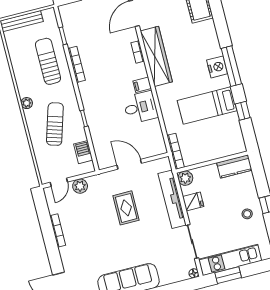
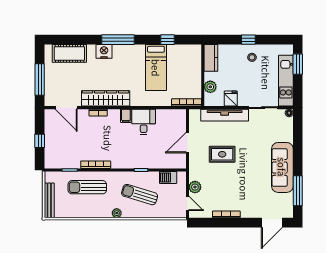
window: (231, 66) -> (118, 40), moved
nightstand: (217, 67) -> (104, 51), moved
plant: (185, 178) -> (210, 87), moved
window: (228, 275) -> (298, 64), moved

